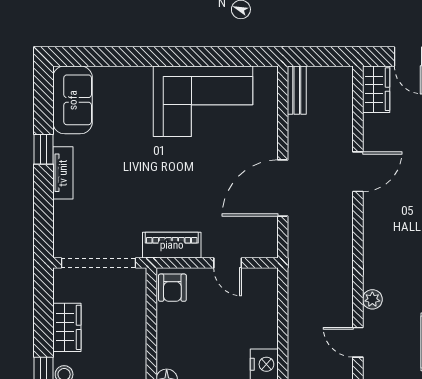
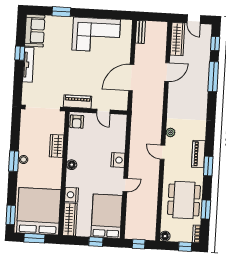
window: (127, 56) -> (61, 12), added
wardrobe: (376, 89) -> (177, 39), width x1.50
tv unit: (63, 173) -> (28, 65), width x1.41
wardrobe: (67, 327) -> (57, 146), moved, turned 180

